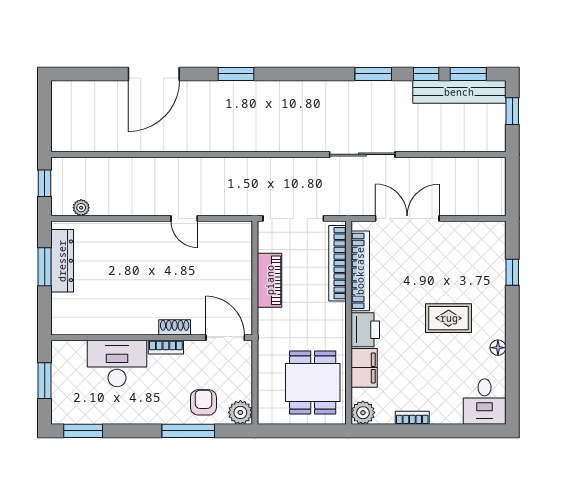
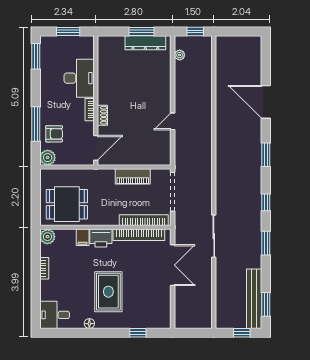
window: (426, 74) -> (266, 202), moved
rug: (449, 318) -> (108, 292), width x1.36, depth x1.43
filing cabinet: (364, 368) -> (83, 237), width x0.50

